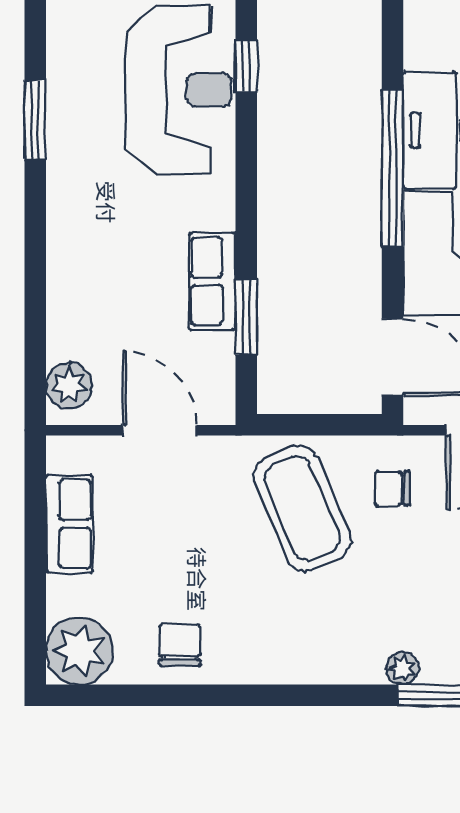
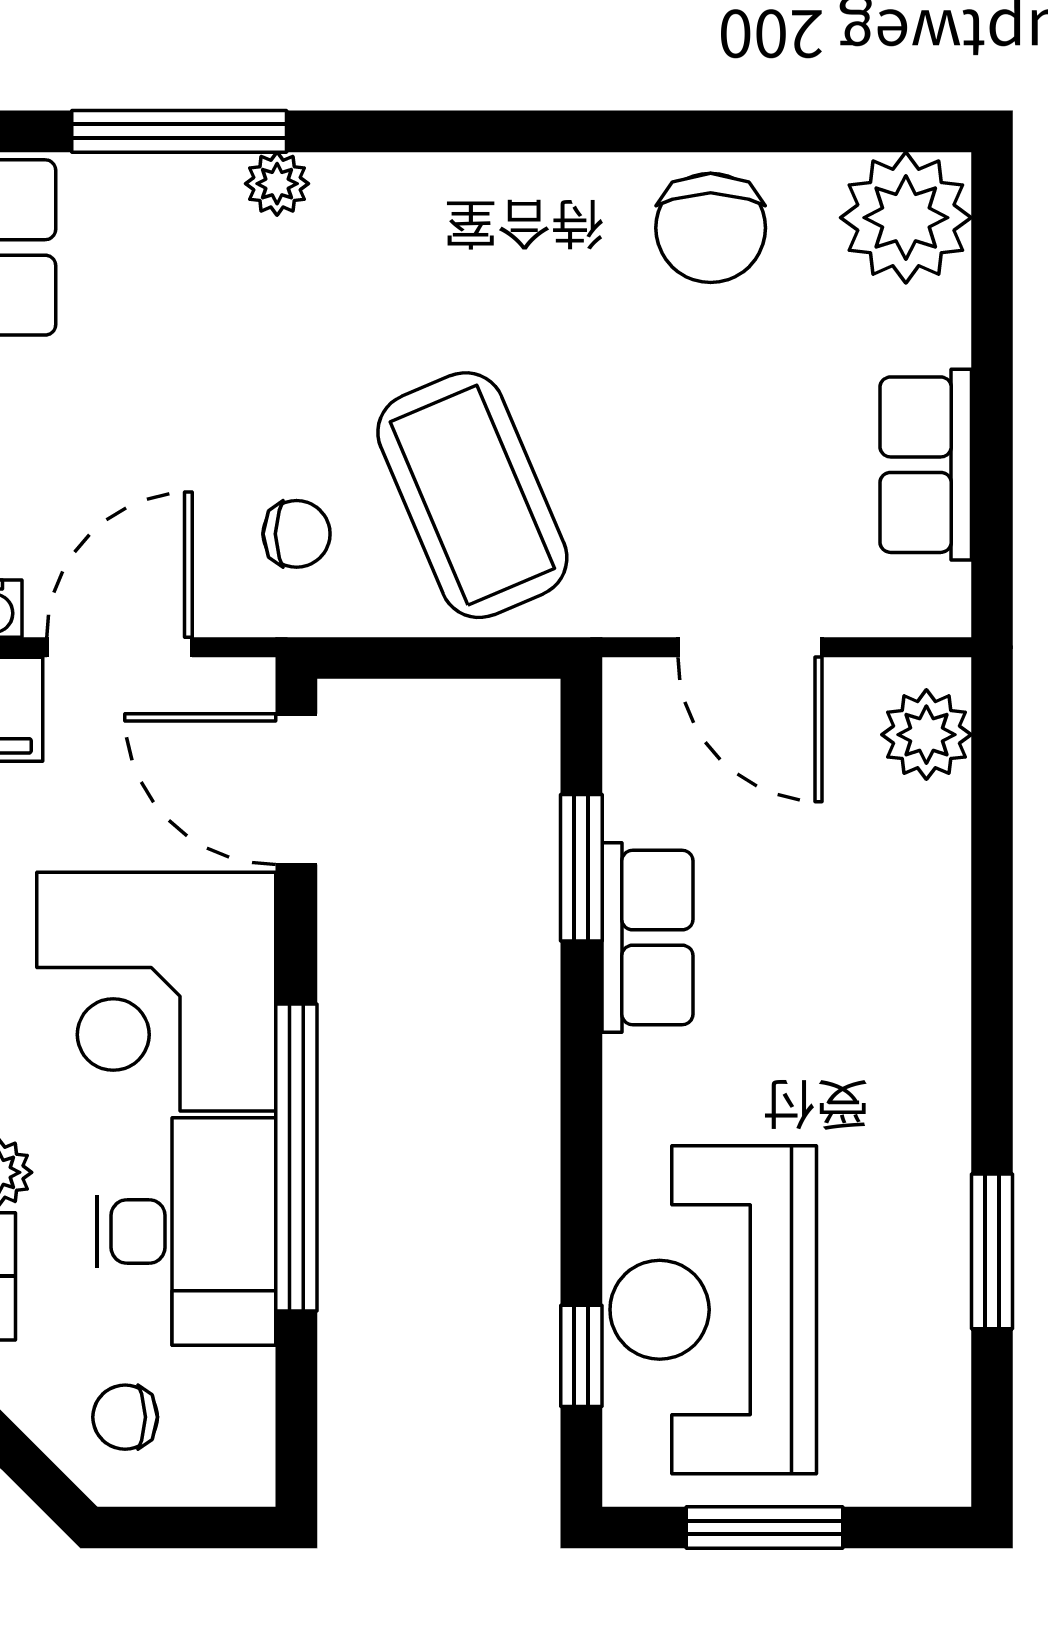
chair: (180, 646) -> (711, 228), width x1.37, depth x1.37

